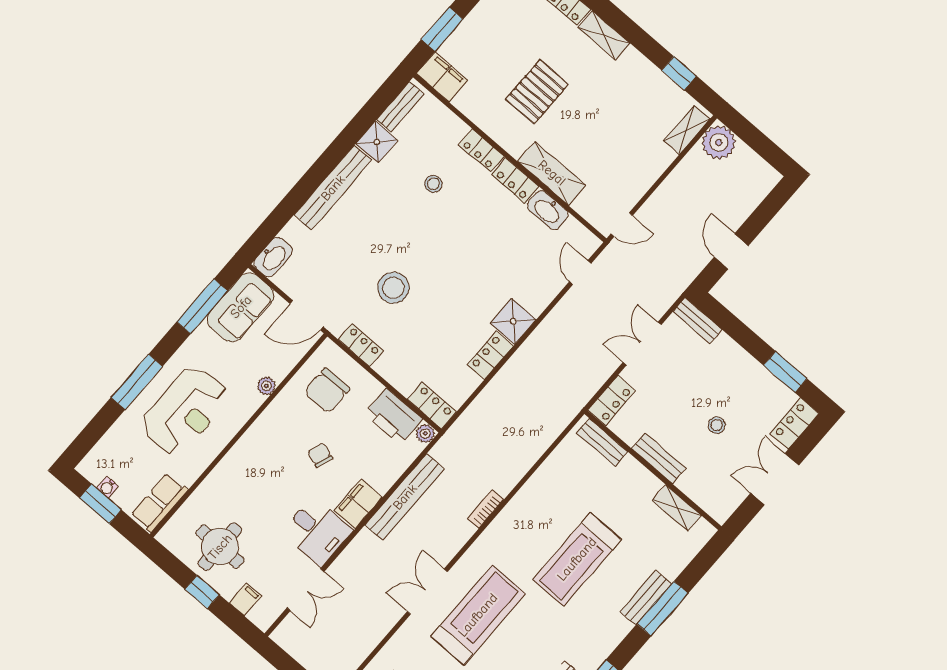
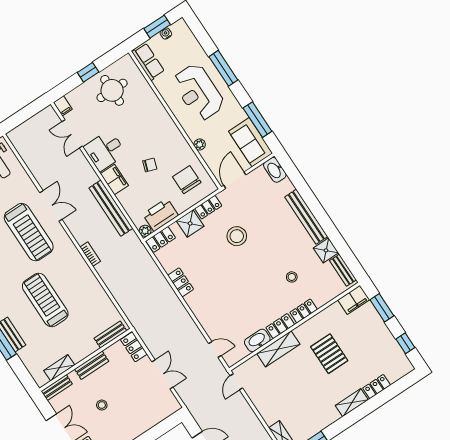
shower: (513, 321) -> (190, 223), moved
bench: (698, 321) -> (57, 388), moved
filing cabinet: (245, 599) -> (63, 106), moved

